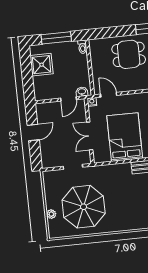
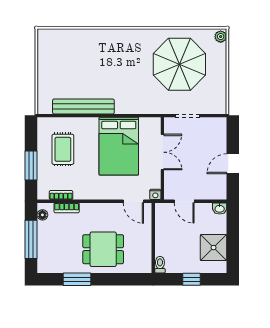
window: (56, 38) -> (192, 279), width x0.46
washbasin: (82, 92) -> (220, 208), moved
door: (69, 99) -> (184, 201), swing flipped
plant: (51, 214) -> (221, 37), moved

